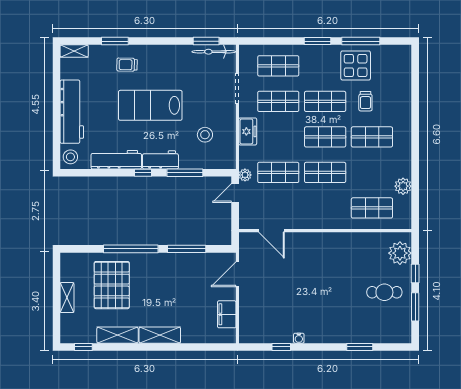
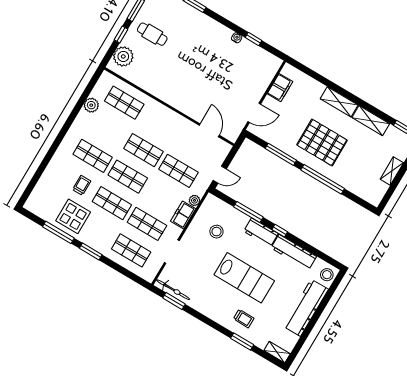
plant: (245, 175) -> (194, 200), moved
pallet: (112, 285) -> (322, 143), moved, turned 90

